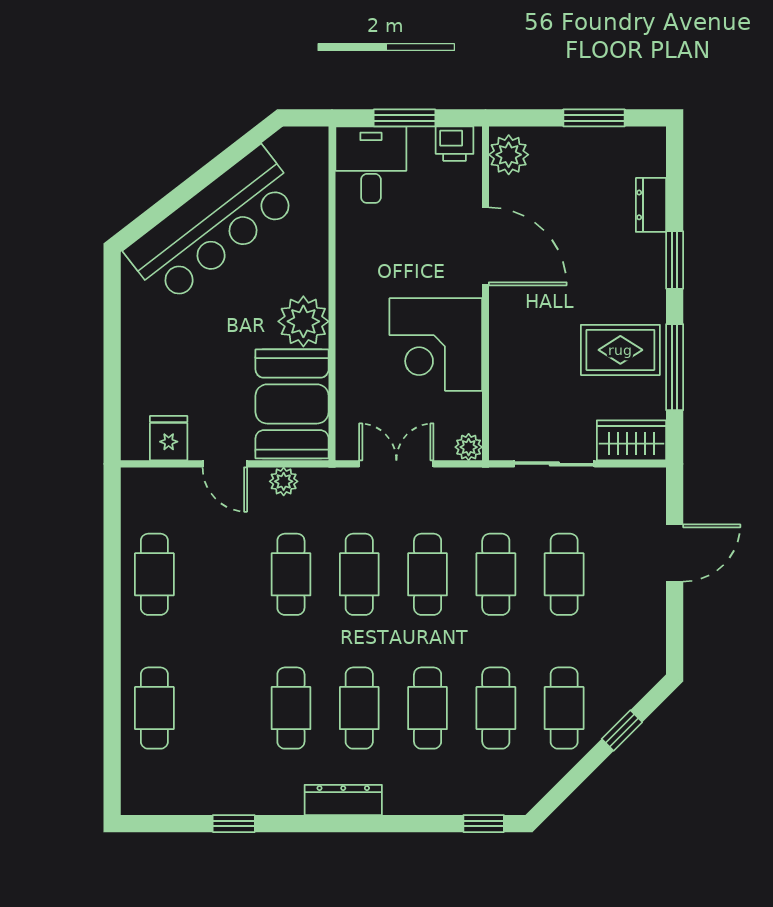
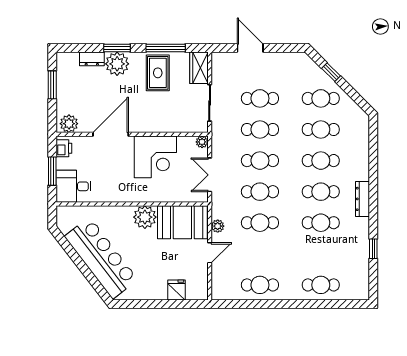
plant: (640, 261) -> (117, 64), added
fridge: (169, 438) -> (177, 290), moved, turned 90
window: (484, 824) -> (373, 135), removed

